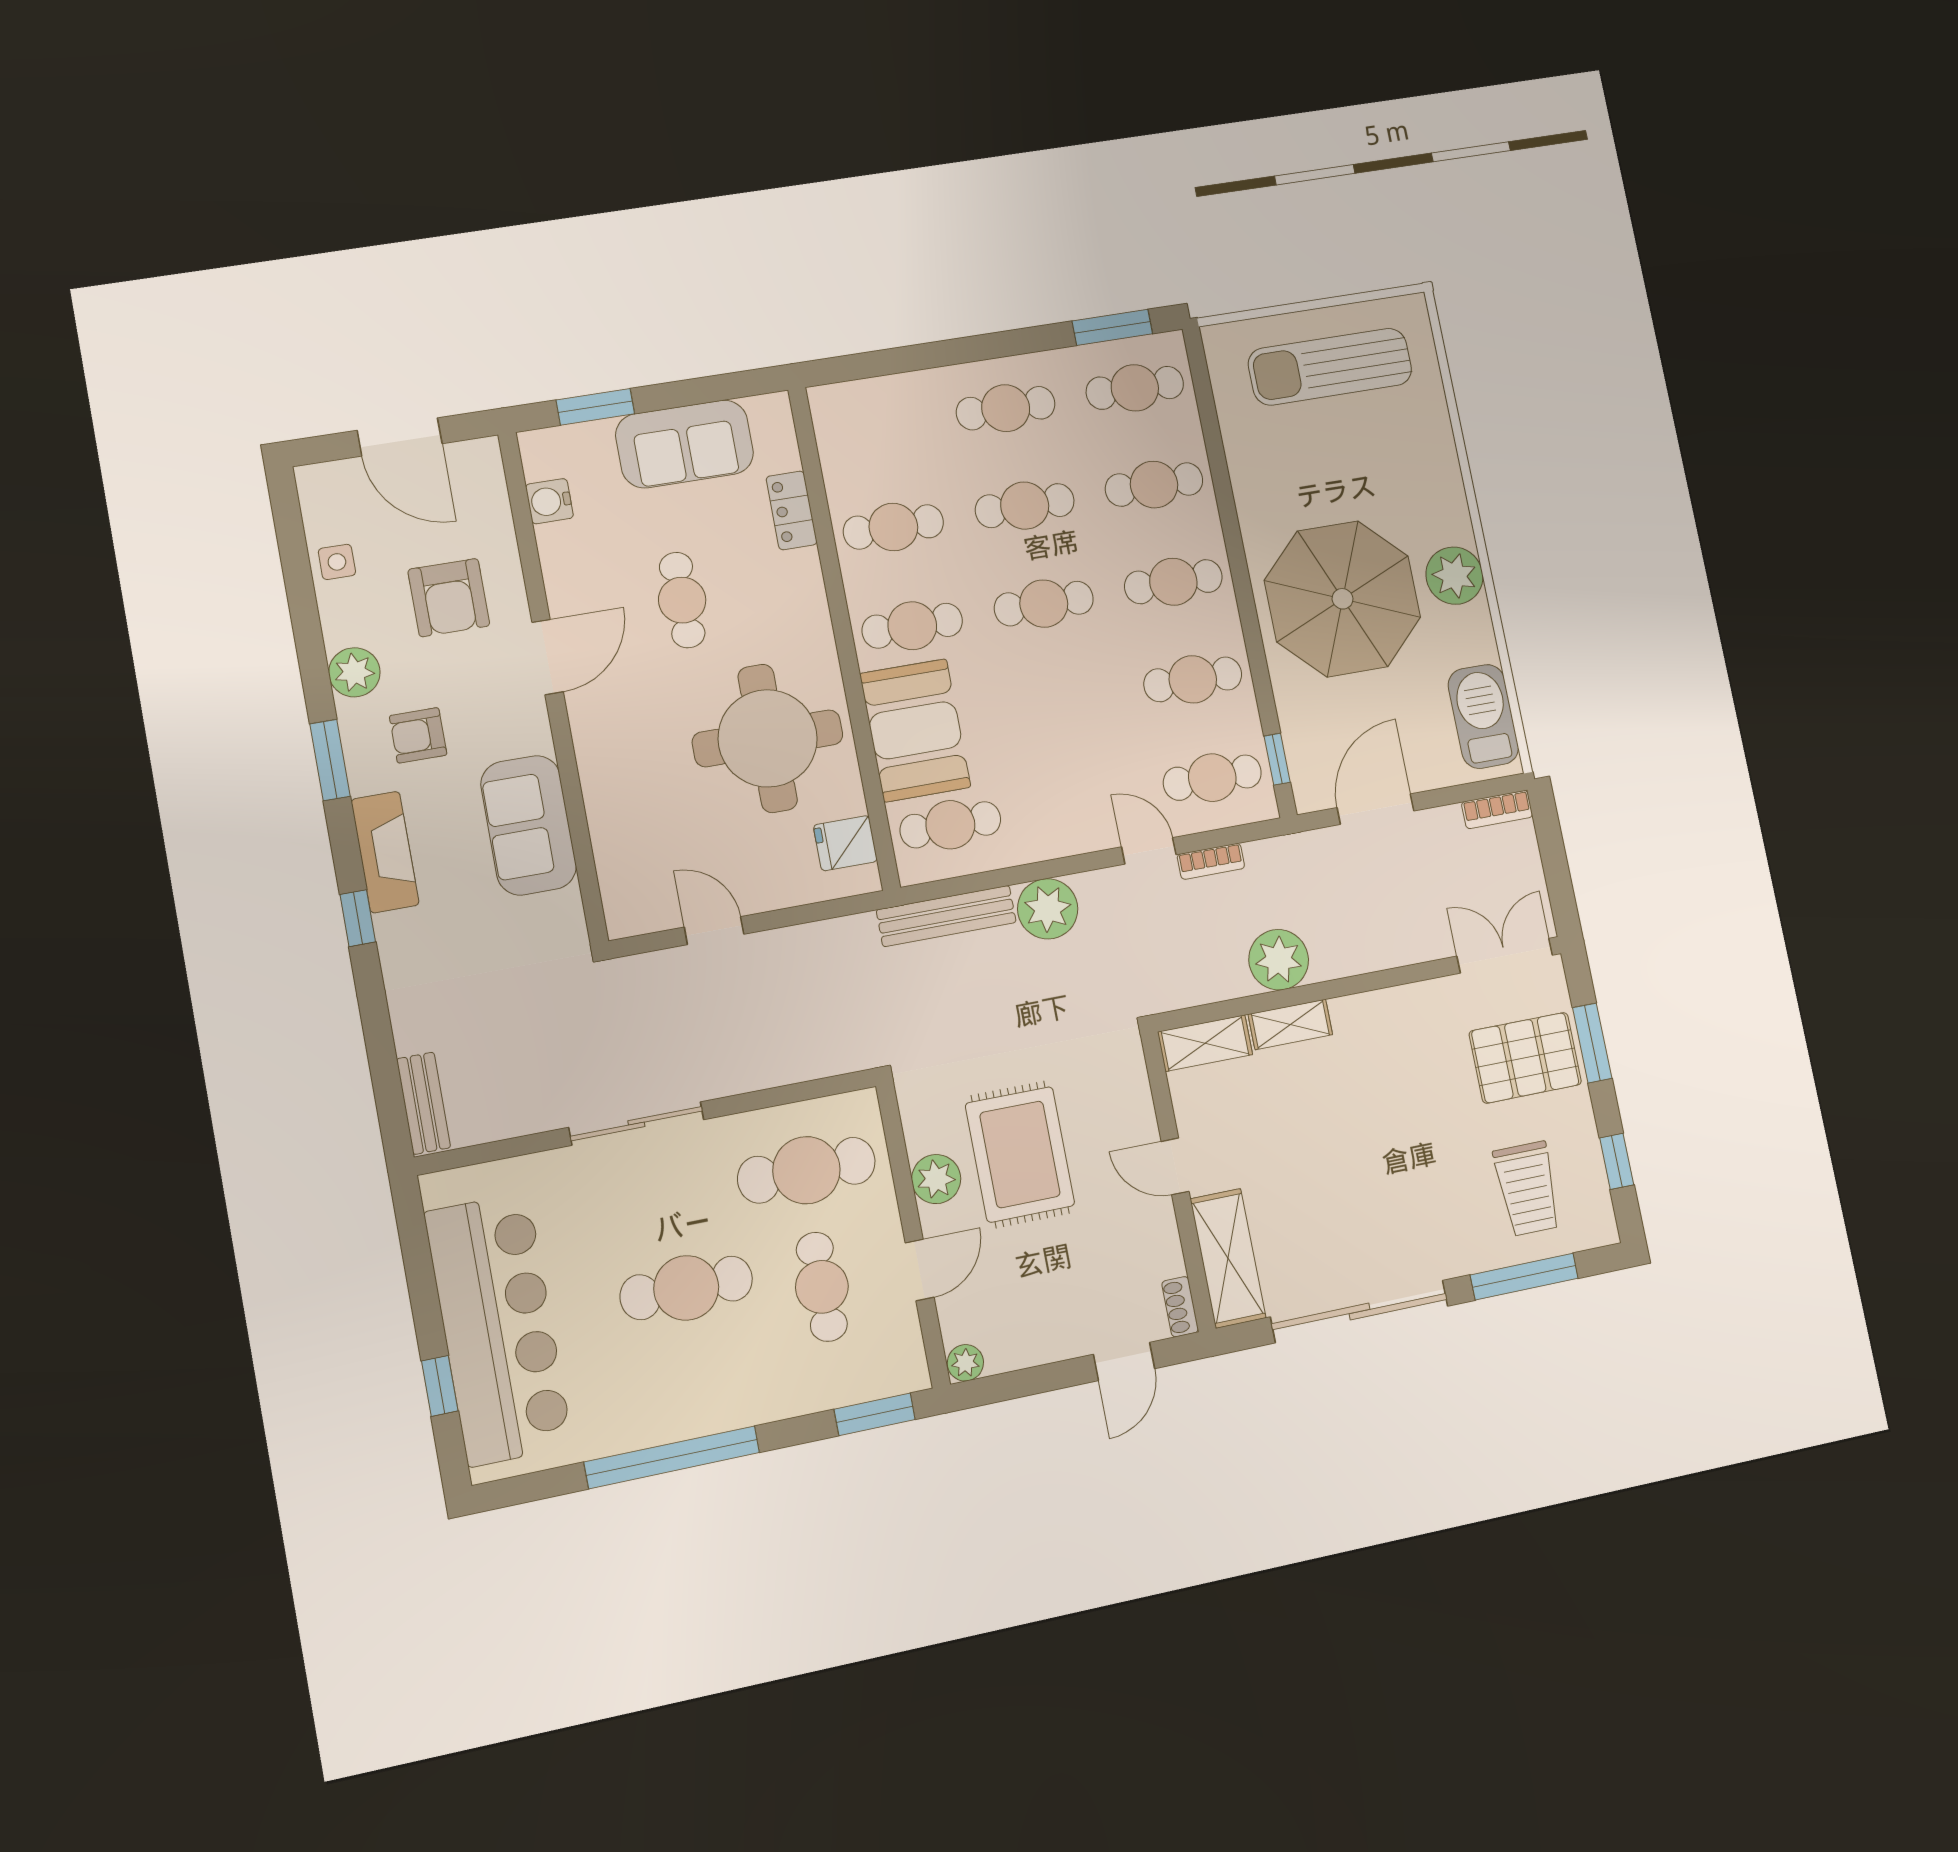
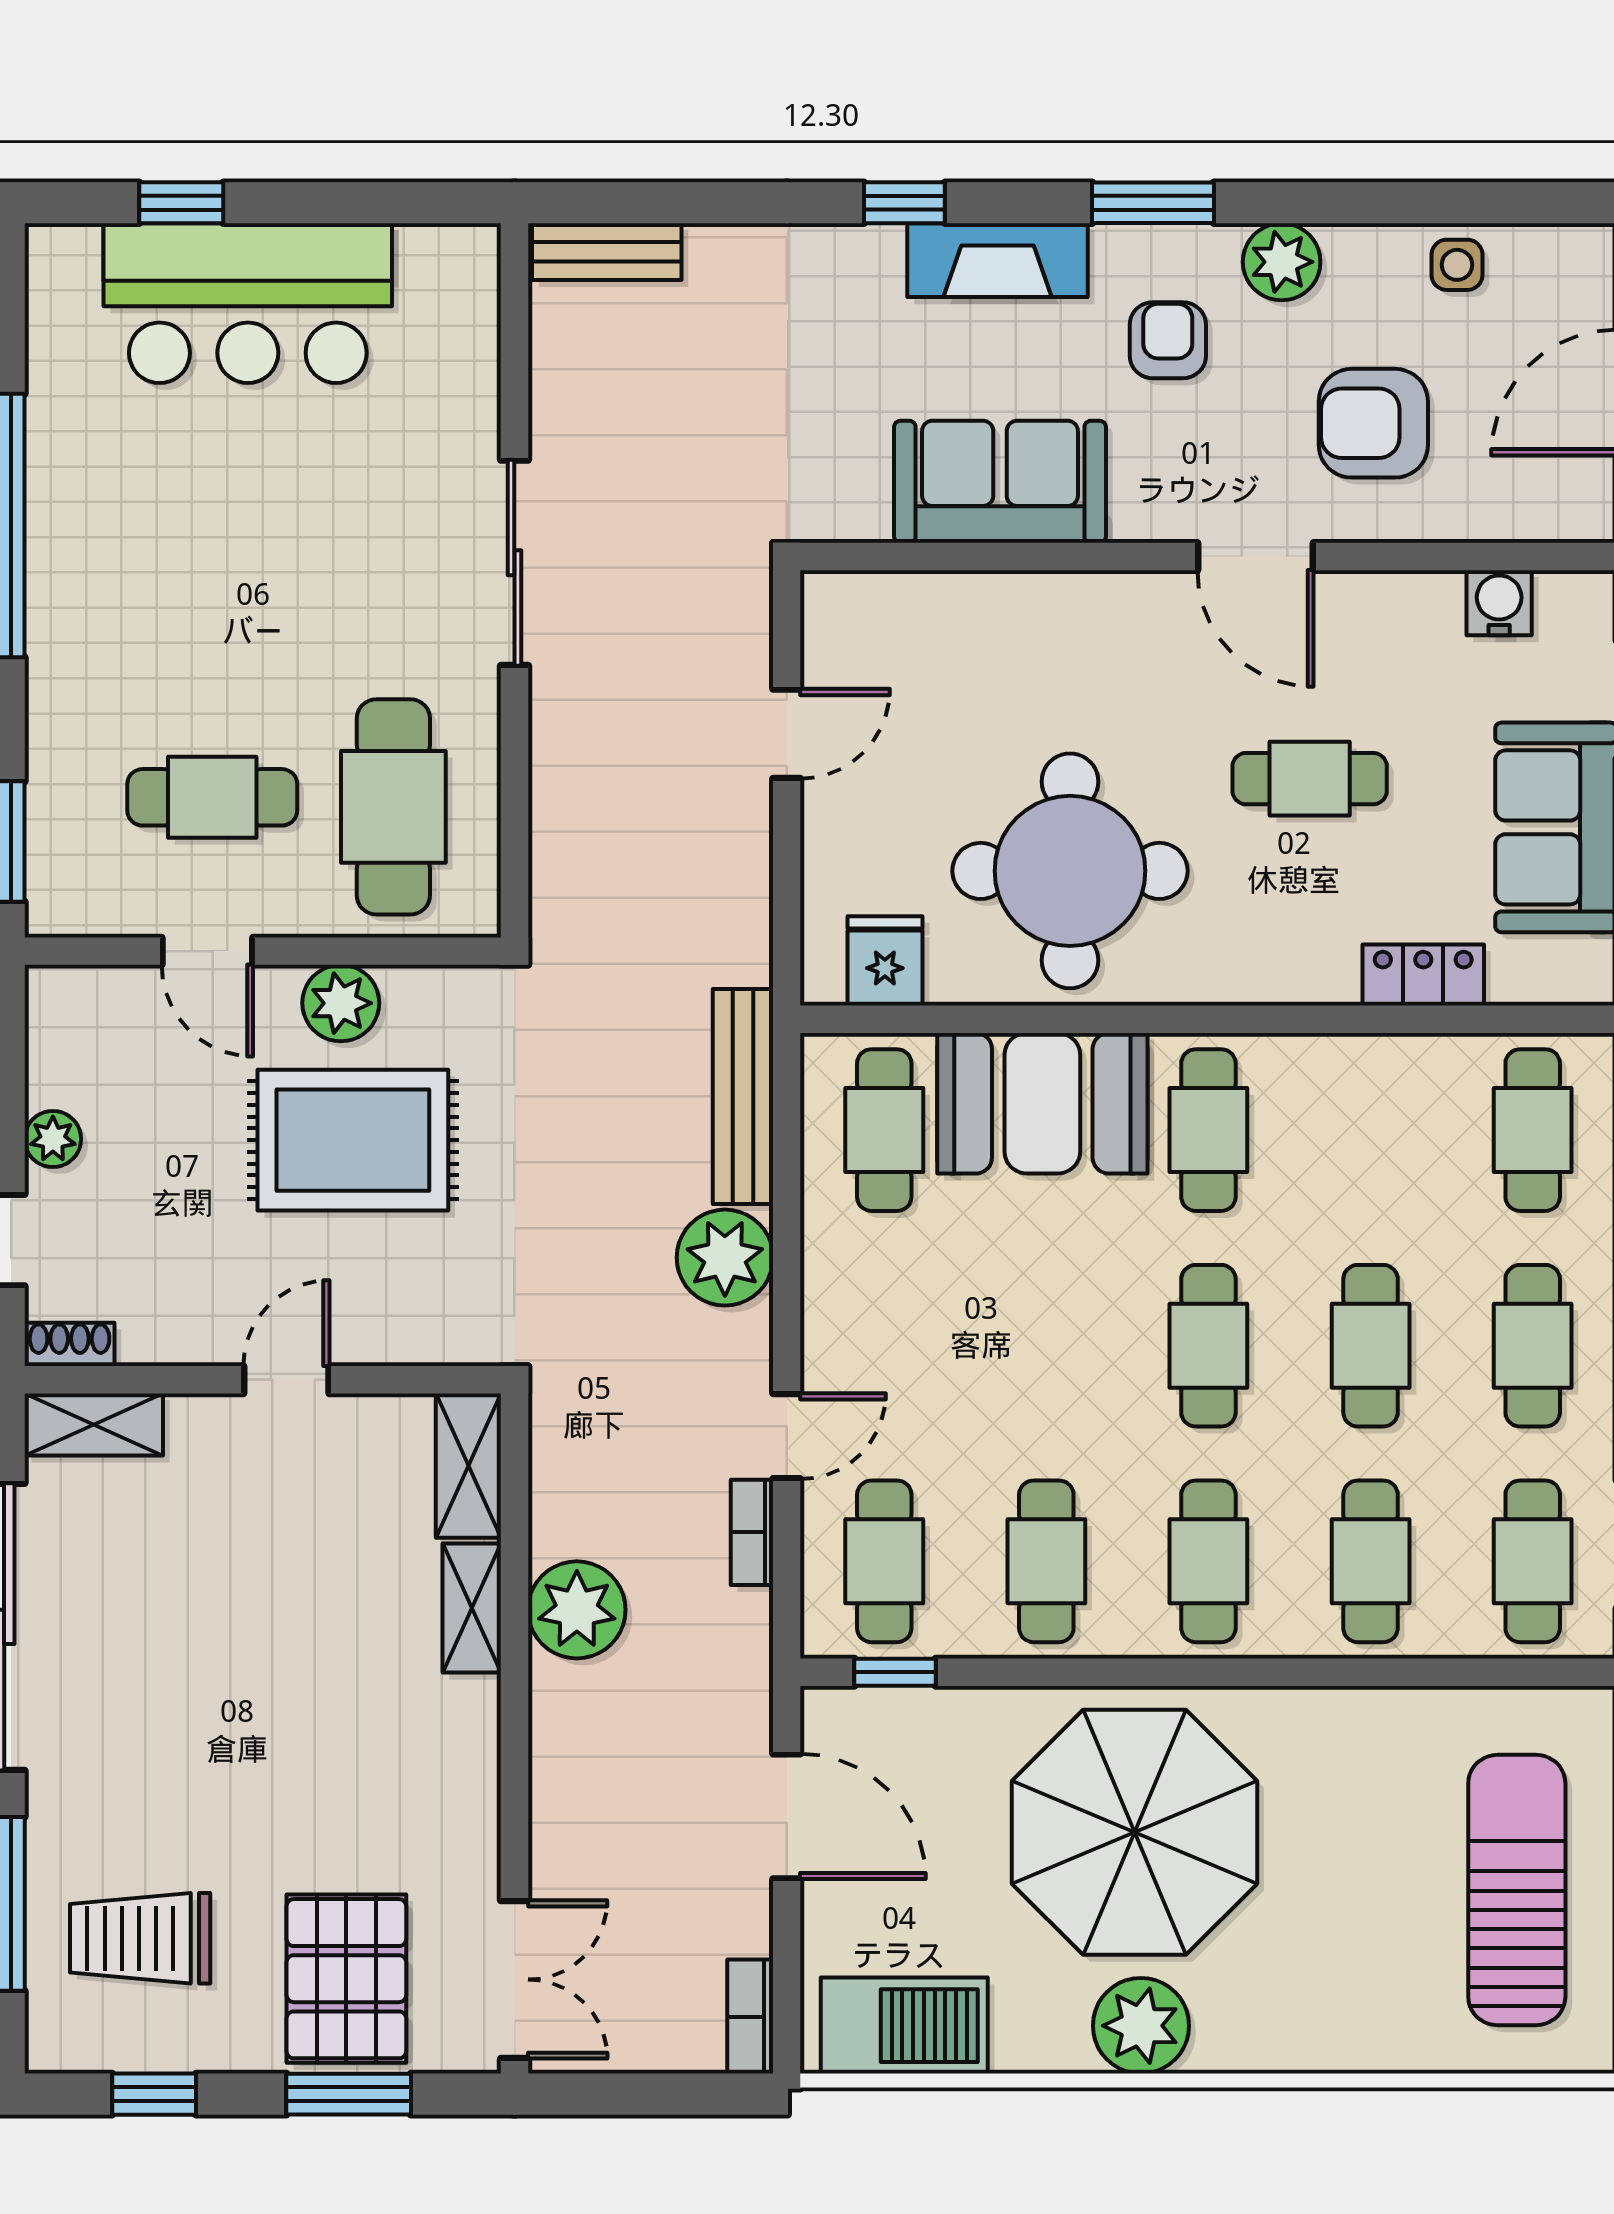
cafe table: (893, 527) -> (1533, 1130), moved
shelving: (1228, 1258) -> (94, 1424), width x0.67, depth x0.75
cafe table: (686, 1288) -> (252, 593), removed
bar counter: (498, 1329) -> (248, 303), width x0.73
plant: (965, 1363) -> (53, 1139), moved

